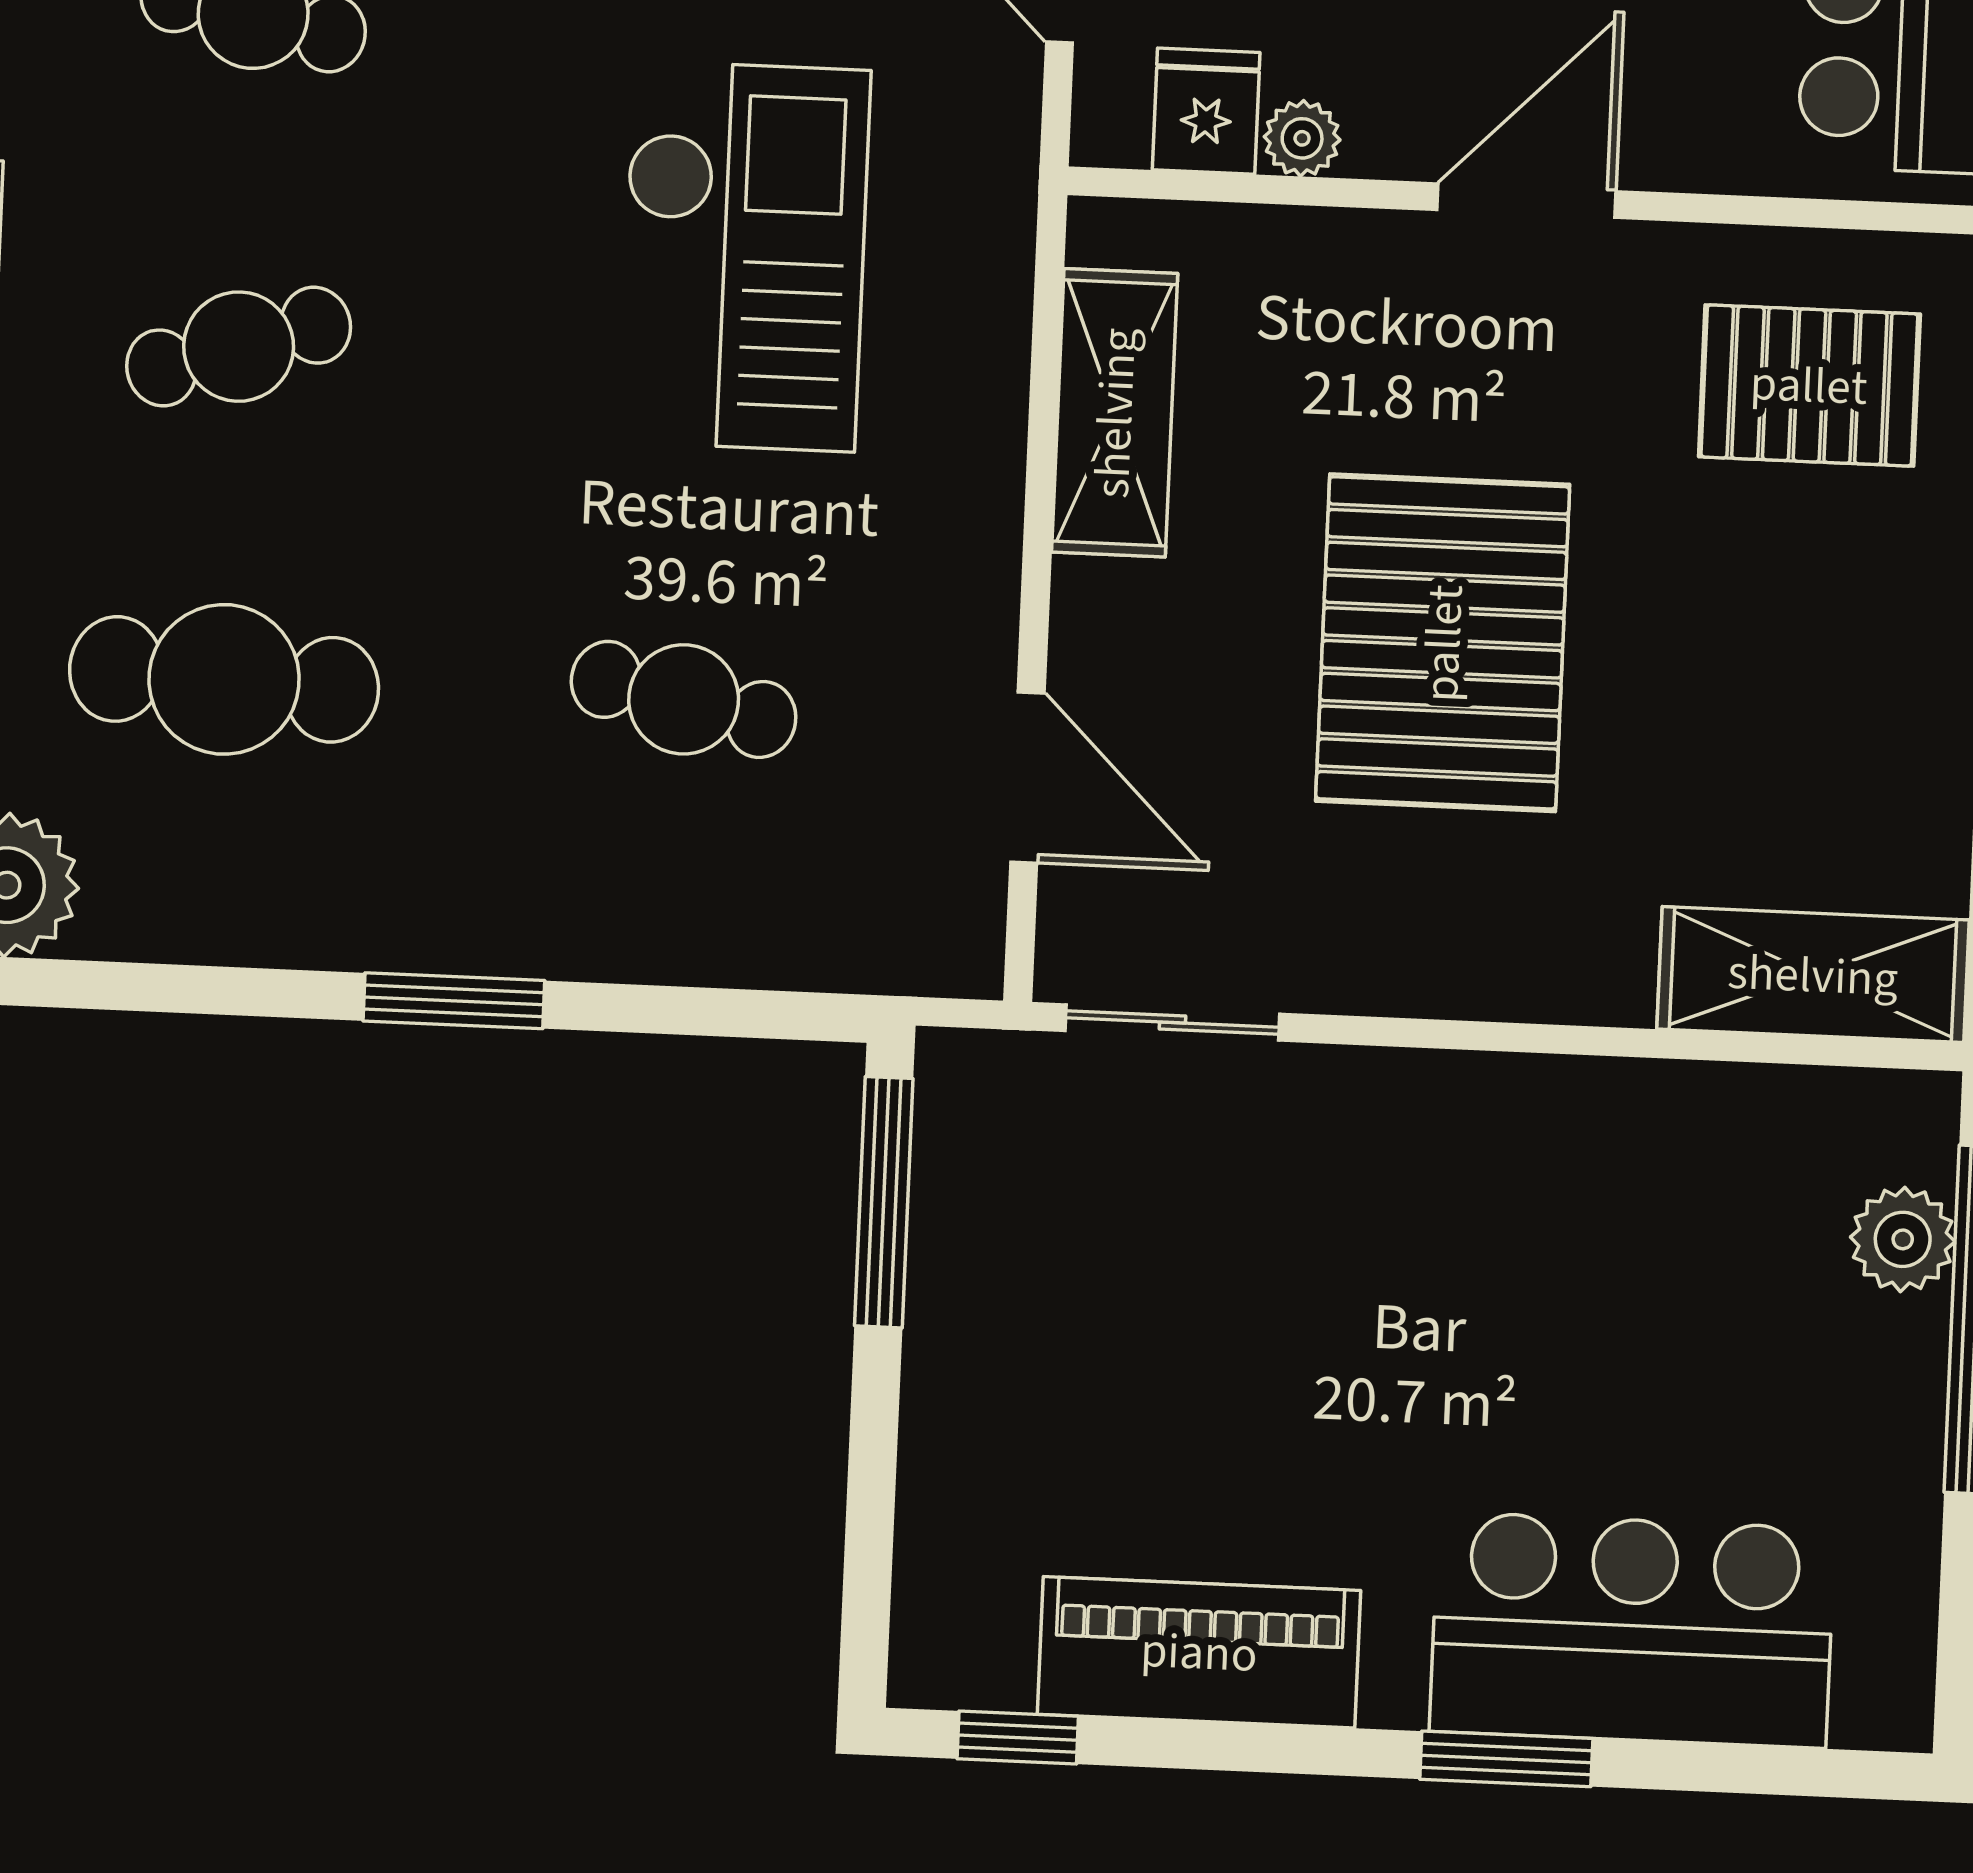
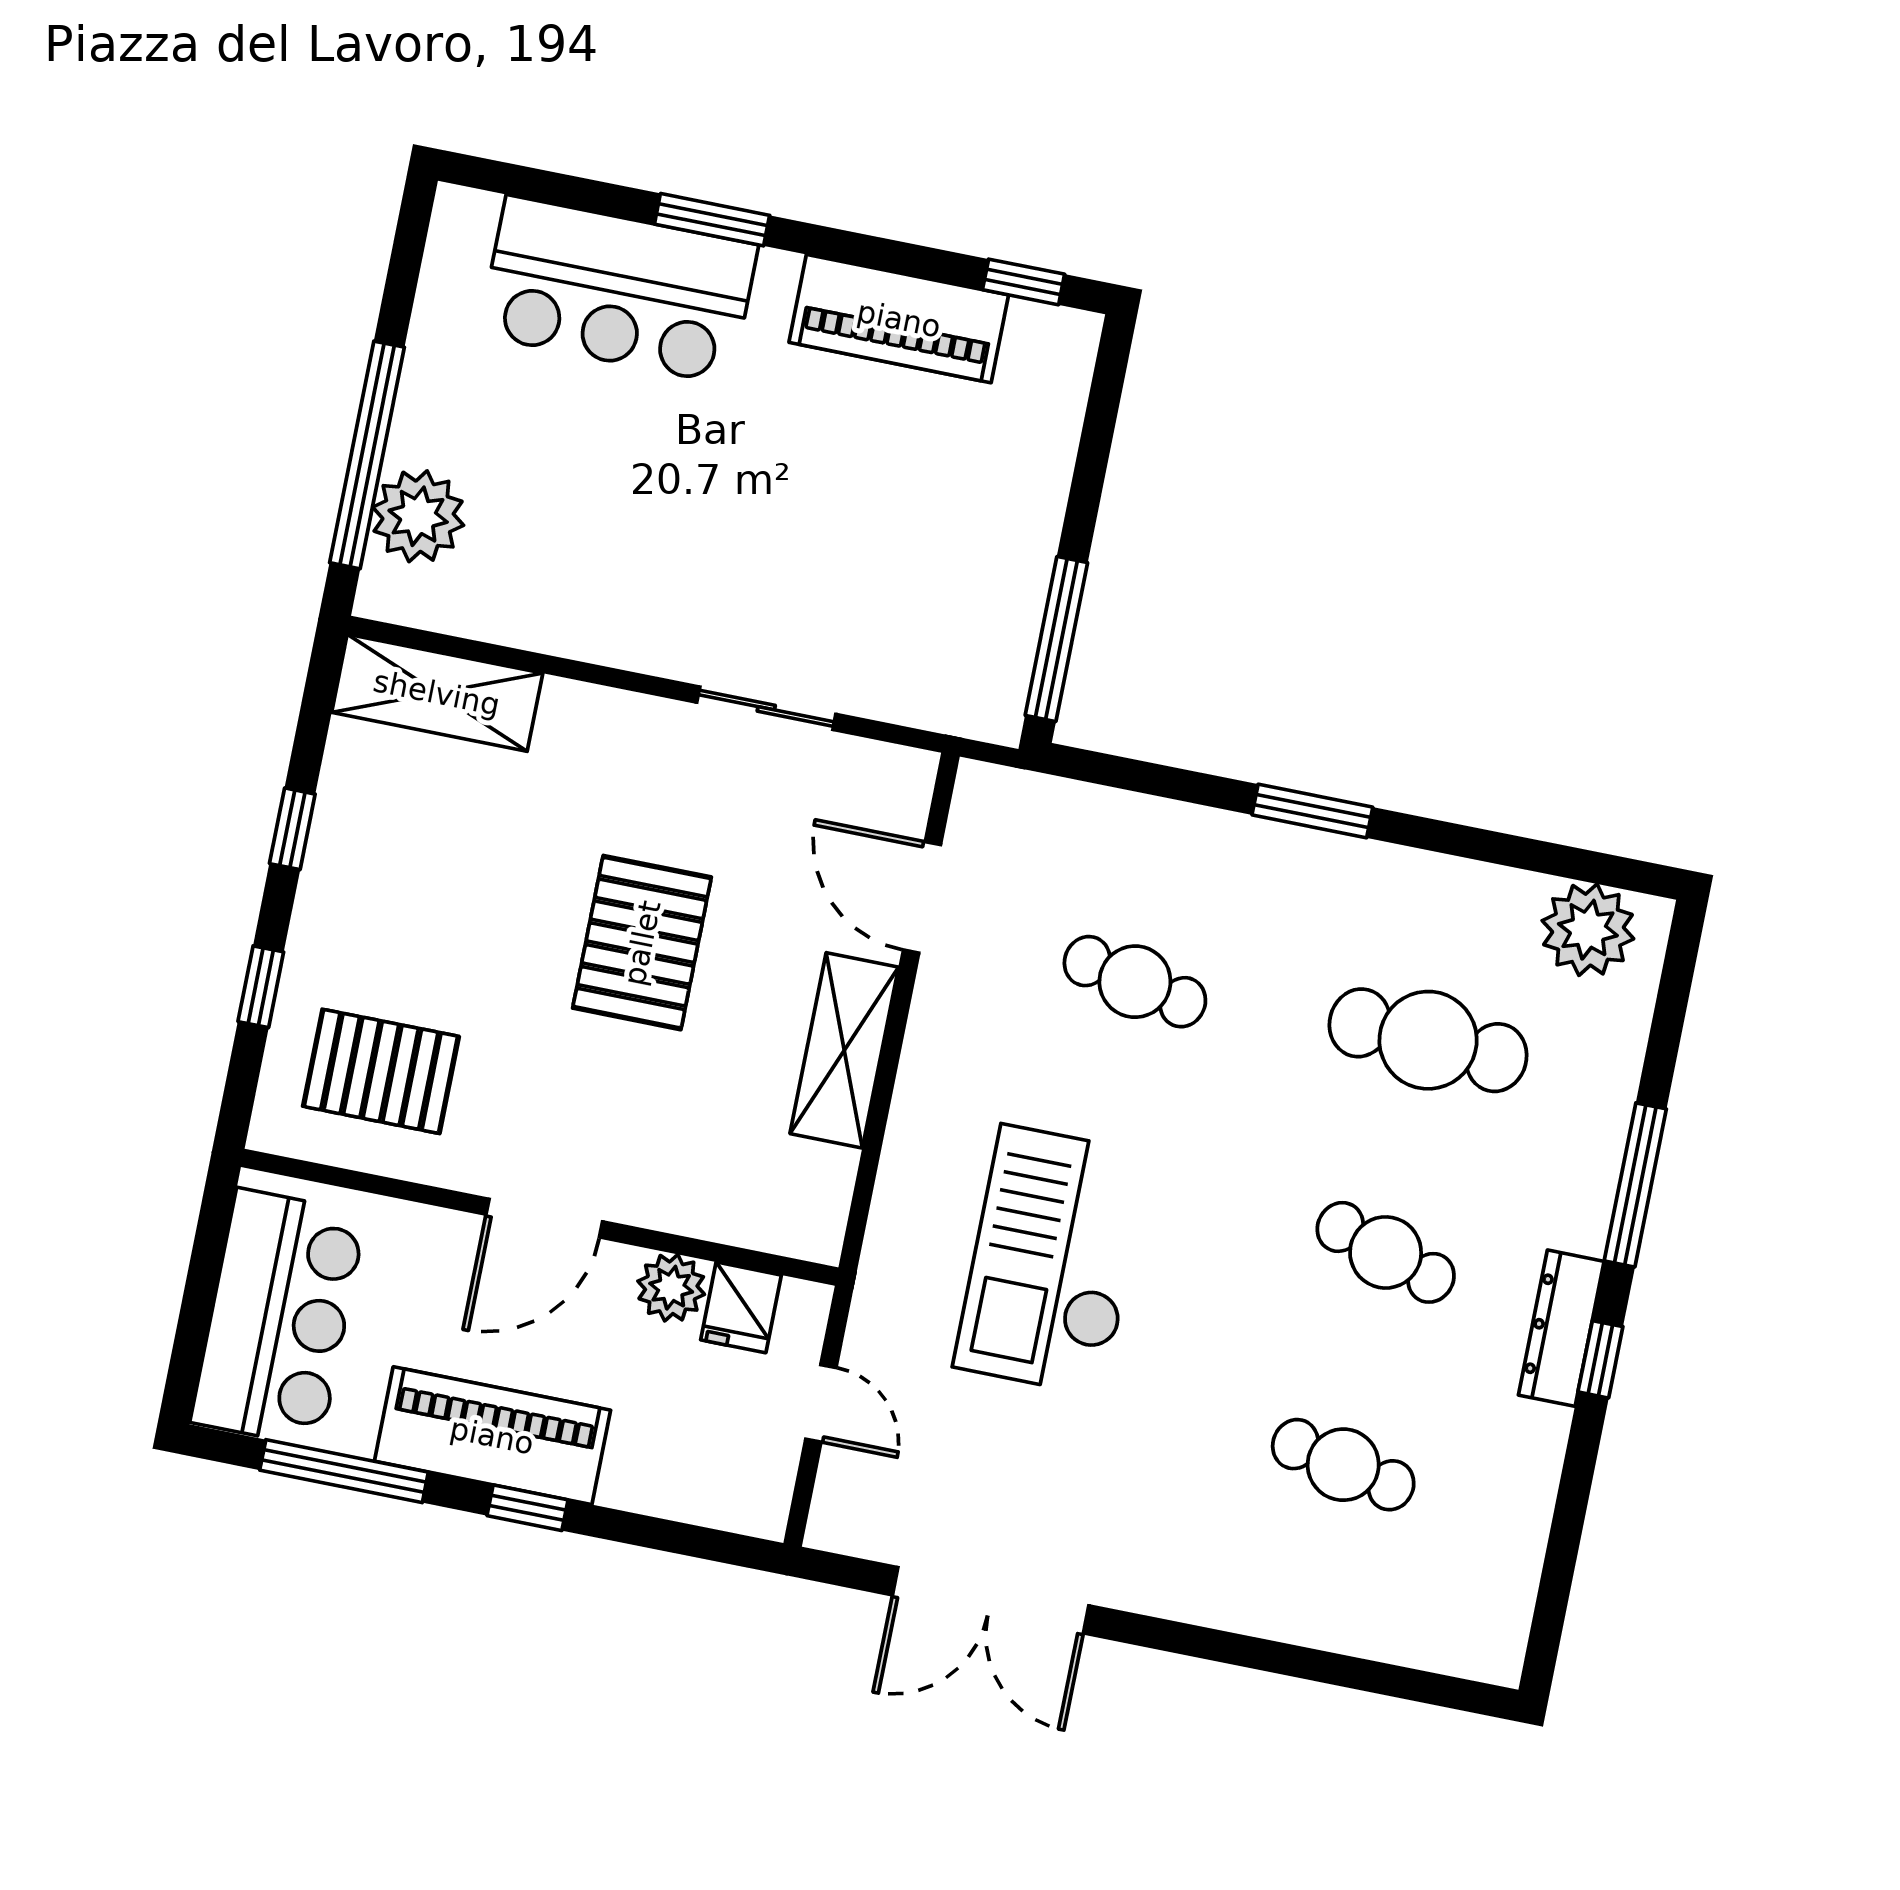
plant: (1302, 138) -> (671, 1288), width x1.38, depth x1.38
cafe table: (239, 347) -> (1386, 1252), turned 36
shelving: (1115, 413) -> (844, 1050), moved
pallet: (1443, 643) -> (642, 943), width x0.73, depth x0.71
sliding door: (1172, 1022) -> (766, 708), moved
plant: (1903, 1239) -> (418, 516), width x1.36, depth x1.36

